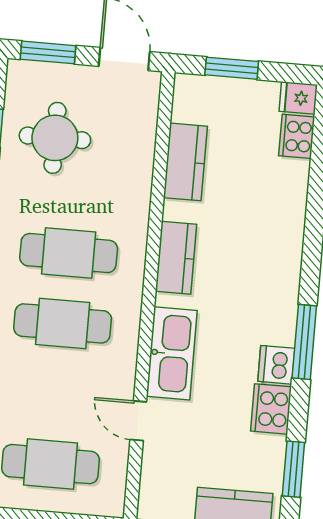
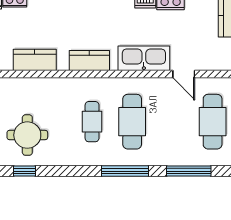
cafe table: (69, 253) -> (92, 122), width x0.73, depth x0.74
door: (138, 421) -> (184, 74), hinge flipped

